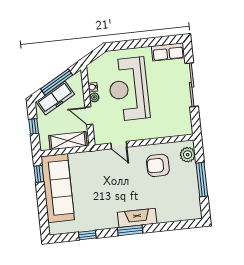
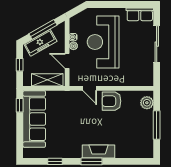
armchair: (158, 165) -> (111, 101), moved

